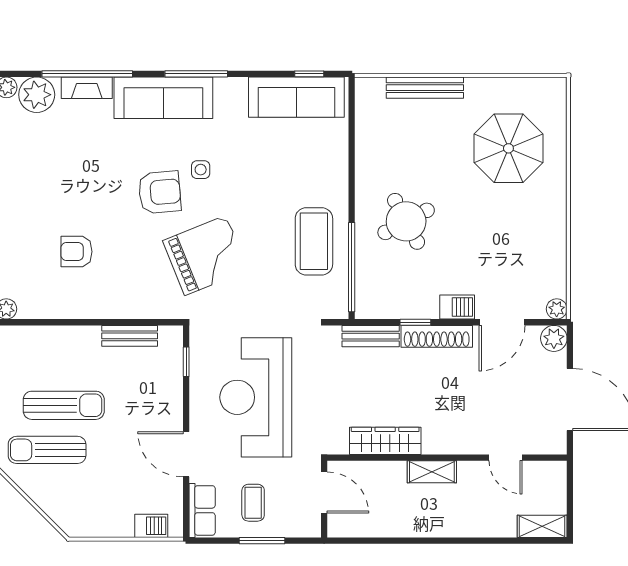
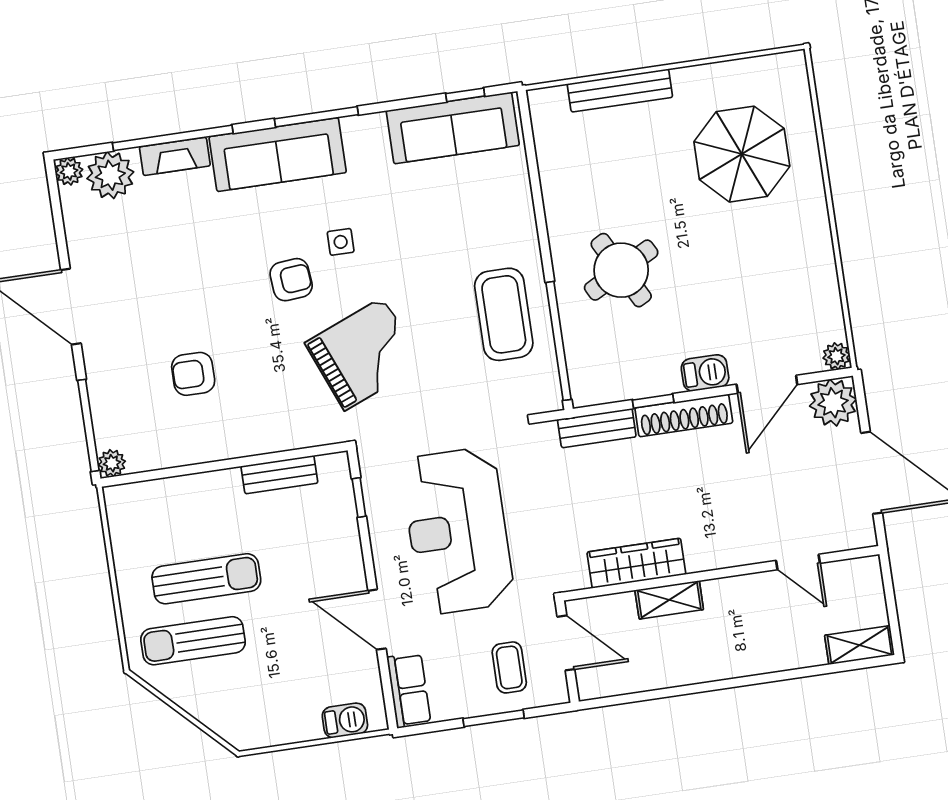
armchair: (160, 192) -> (291, 280), width x0.72, depth x0.72
plant: (554, 338) -> (833, 403), width x1.36, depth x1.36
shelving: (432, 472) -> (669, 600), moved
coffee table: (253, 503) -> (509, 667), moved

